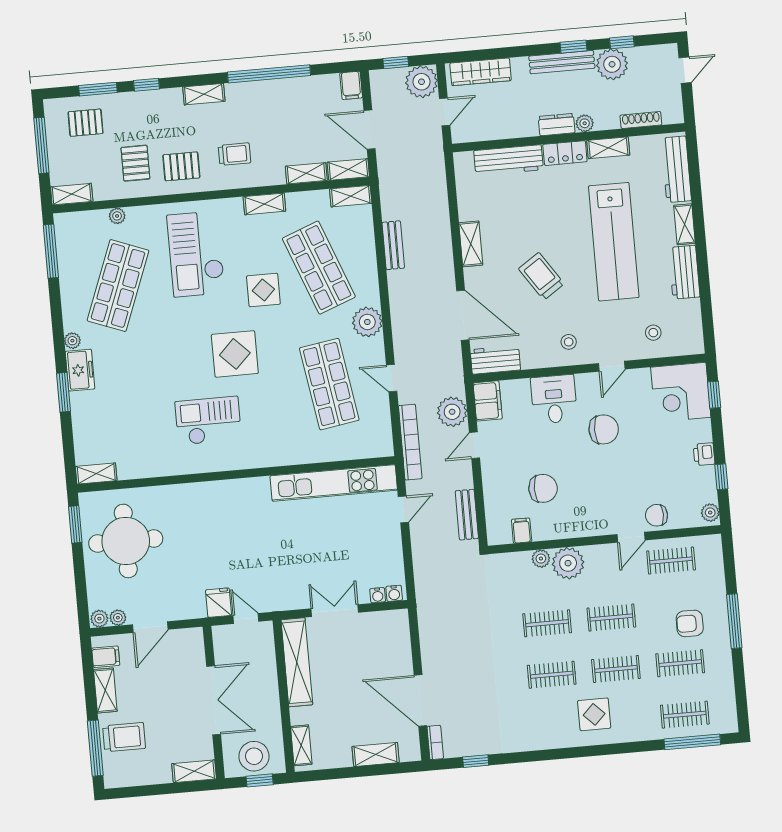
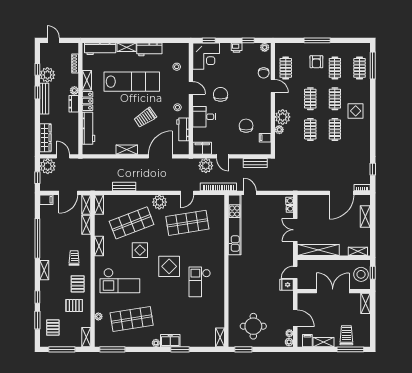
shop shelf: (118, 286) -> (132, 319), turned -30
workbench: (495, 360) -> (183, 129), moved
round table: (126, 541) -> (253, 326), width x0.73, depth x0.73

